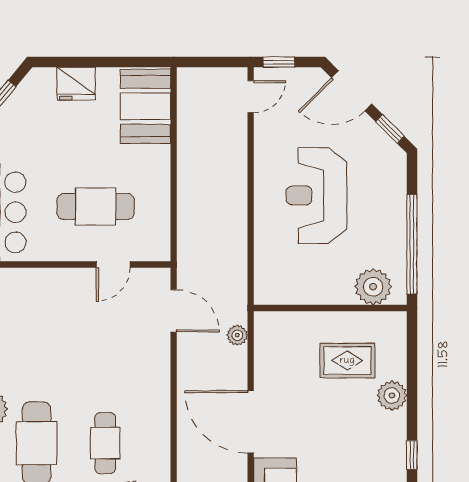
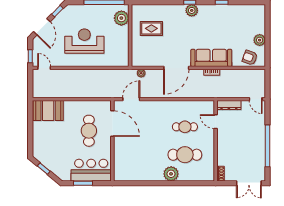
fridge: (76, 84) -> (39, 139), removed
reception desk: (317, 195) -> (84, 41), turned 180
door: (113, 264) -> (112, 124), width x1.88
rug: (347, 361) -> (151, 28), turned 90
plant: (392, 396) -> (192, 10), moved

